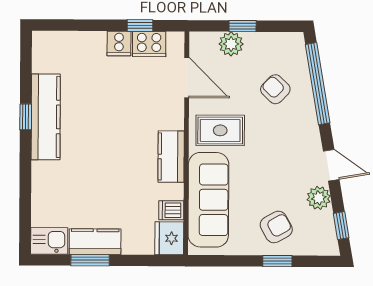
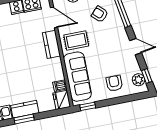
kitchen counter: (171, 157) -> (51, 44), moved
plant: (319, 198) -> (139, 80), moved
armchair: (276, 227) -> (114, 83), turned -61
window: (277, 261) -> (88, 106), moved

